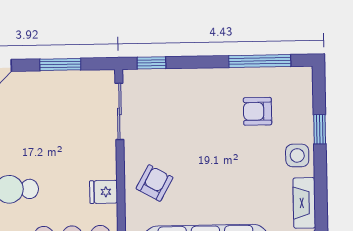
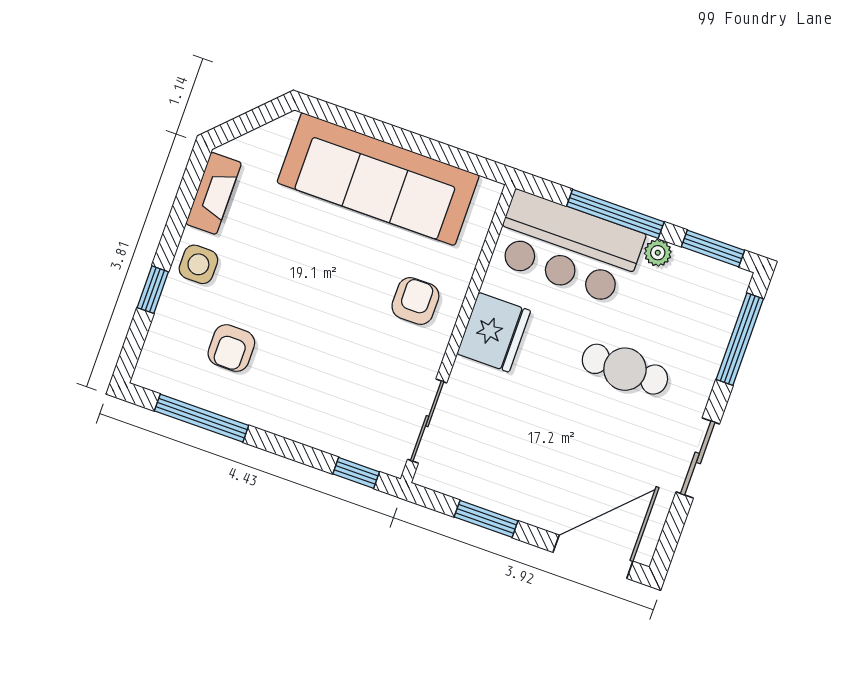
armchair: (257, 111) -> (231, 348), turned 90
armchair: (155, 183) -> (415, 301), turned 151
fridge: (104, 192) -> (494, 332), width x1.88, depth x1.34

